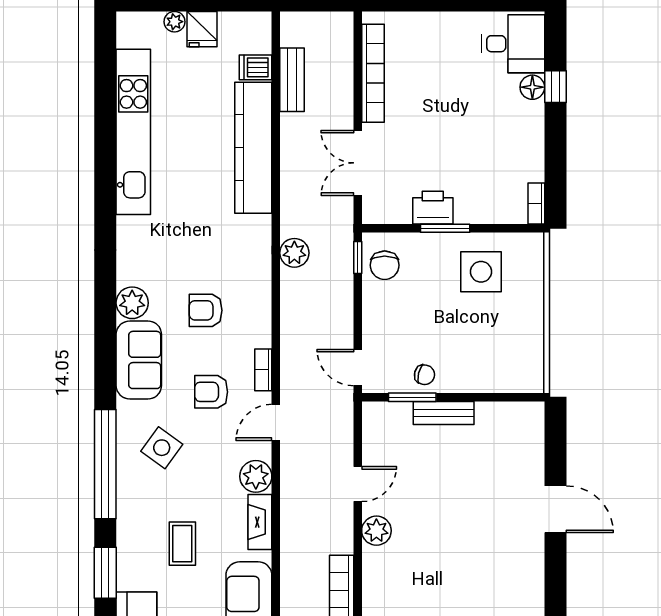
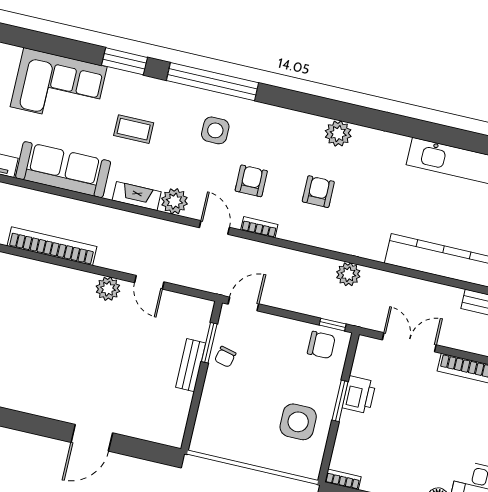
chair: (385, 265) -> (321, 345), turned 180
sofa: (139, 360) -> (291, 128), removed
side table: (162, 448) -> (215, 130), turned -36

